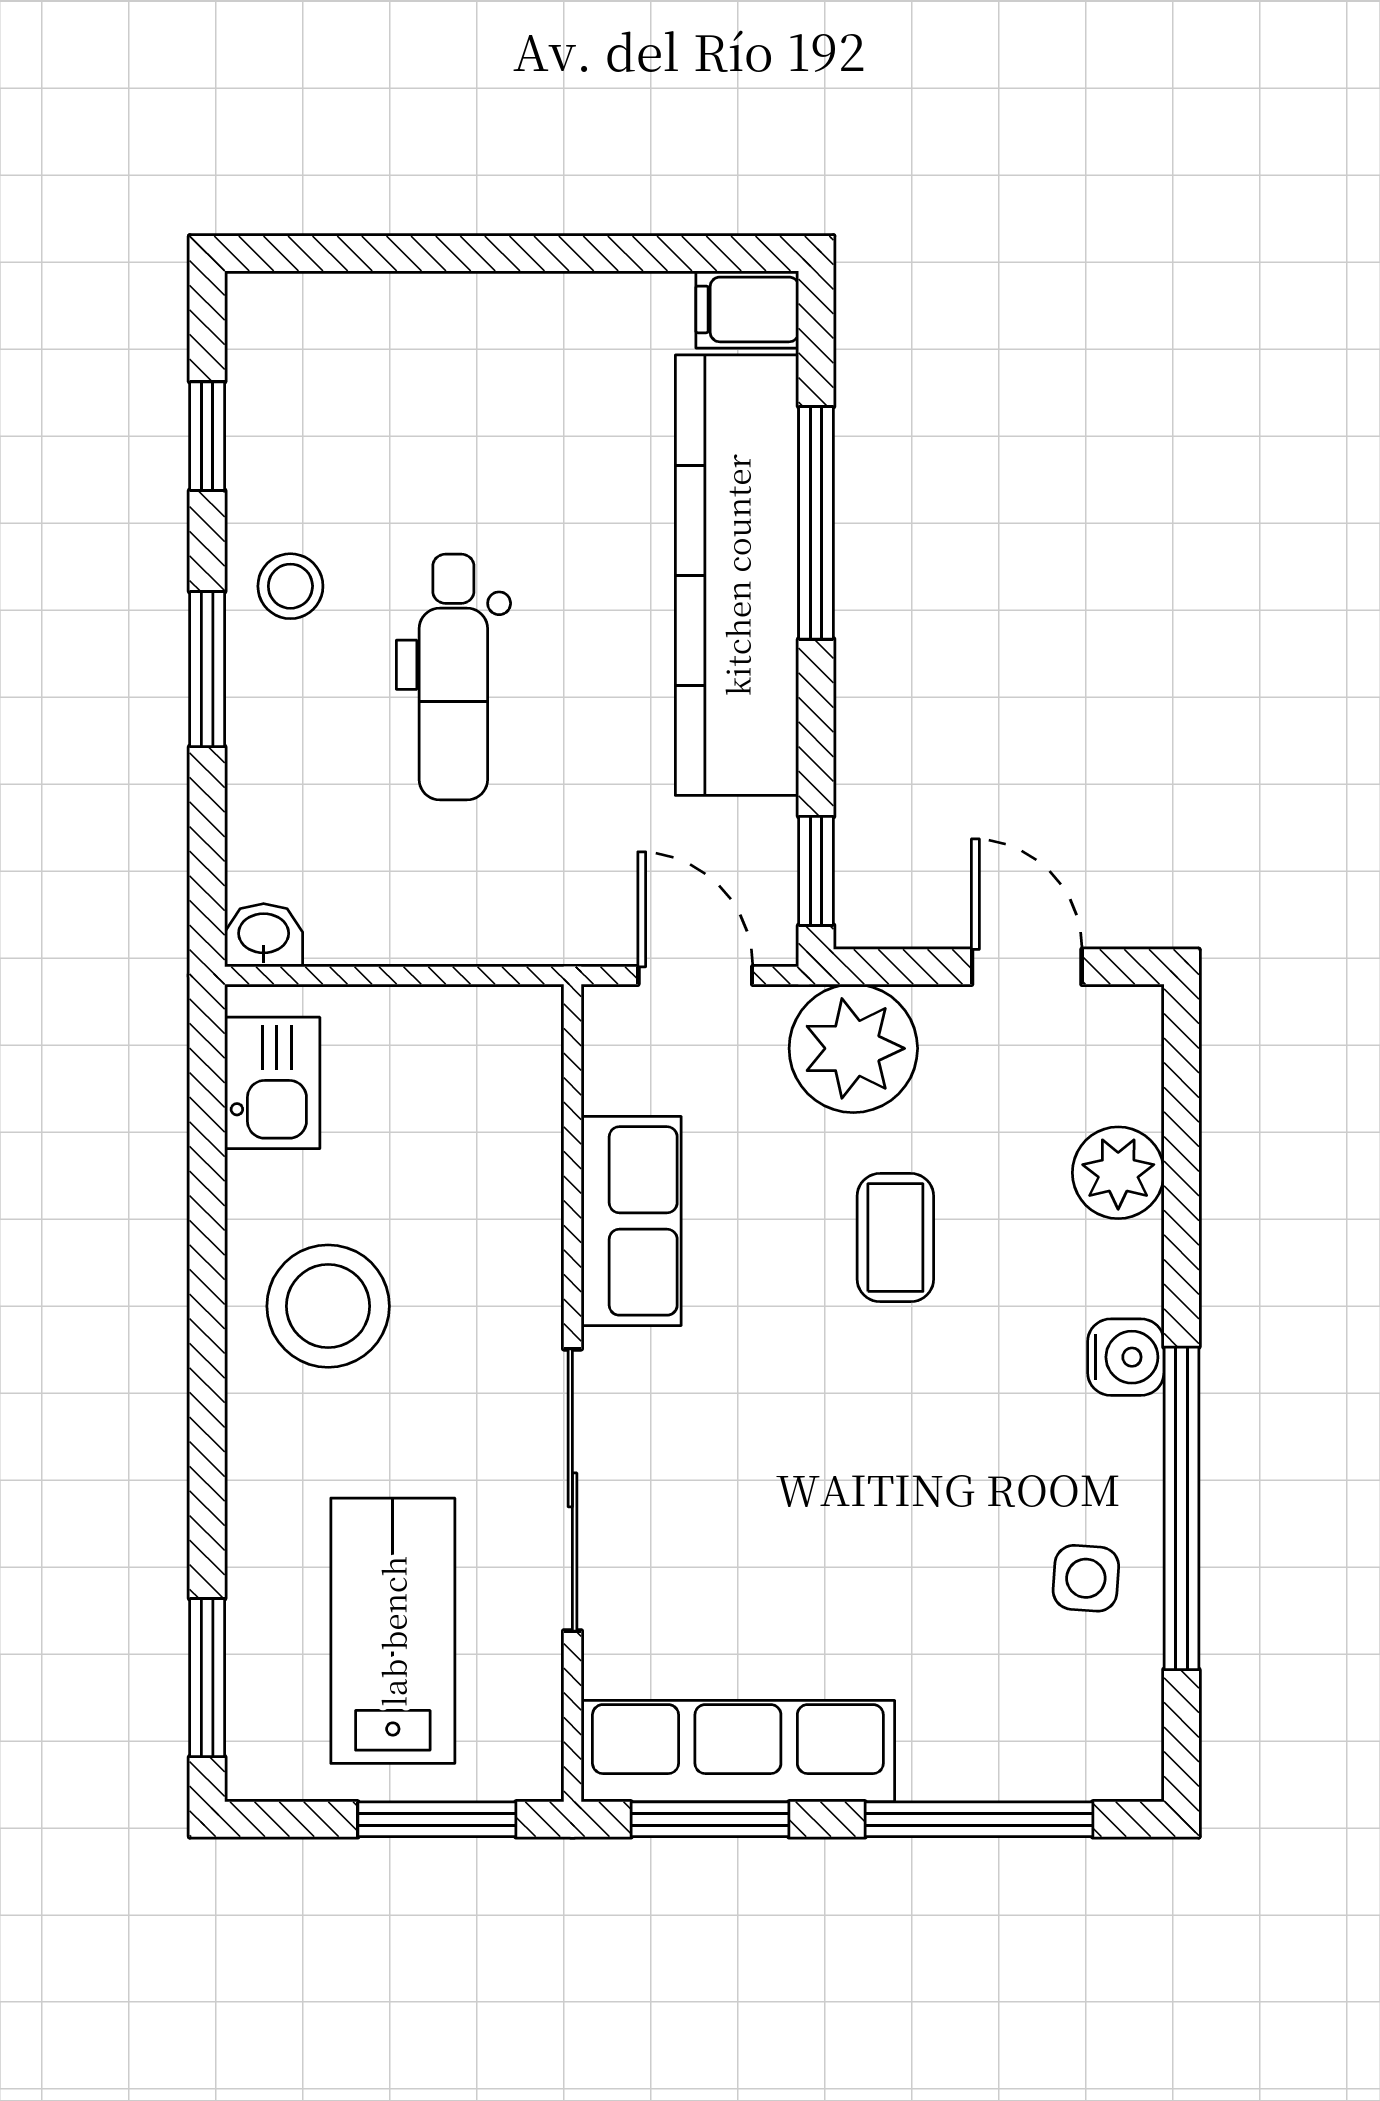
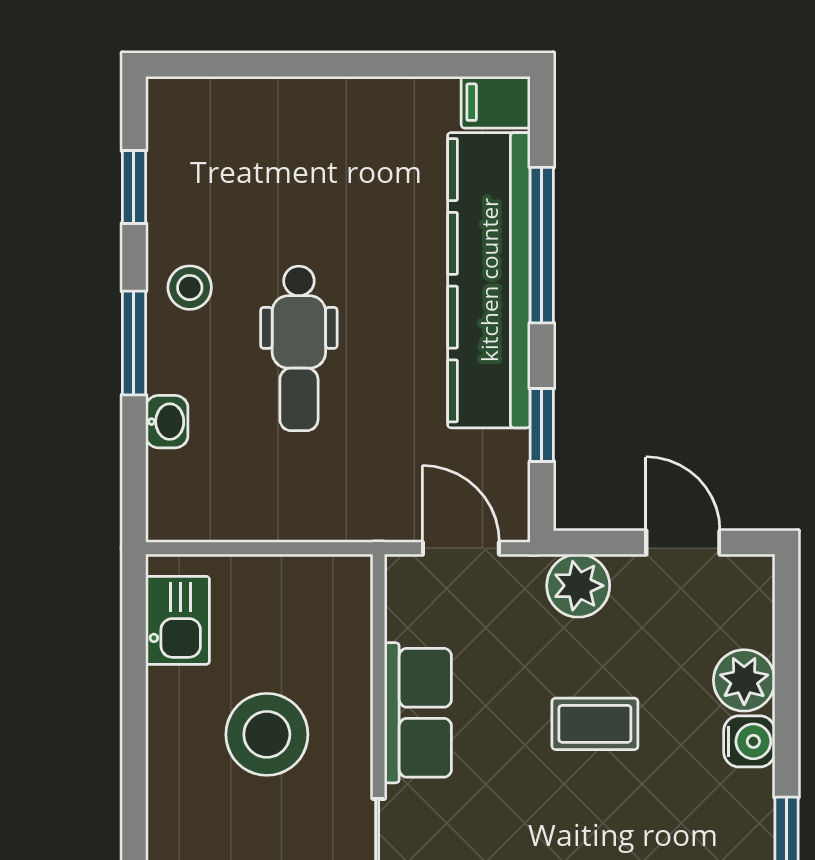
window: (816, 871) -> (542, 425), moved
washbasin: (264, 935) -> (167, 422), moved, turned 90
plant: (853, 1048) -> (578, 586), width x0.73, depth x0.73
coffee table: (895, 1238) -> (595, 724), turned 90
stool: (328, 1306) -> (267, 734), moved
water cooler: (1126, 1357) -> (749, 741), moved

